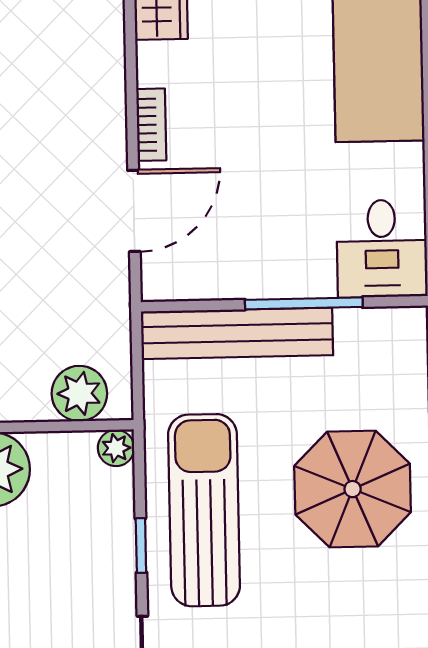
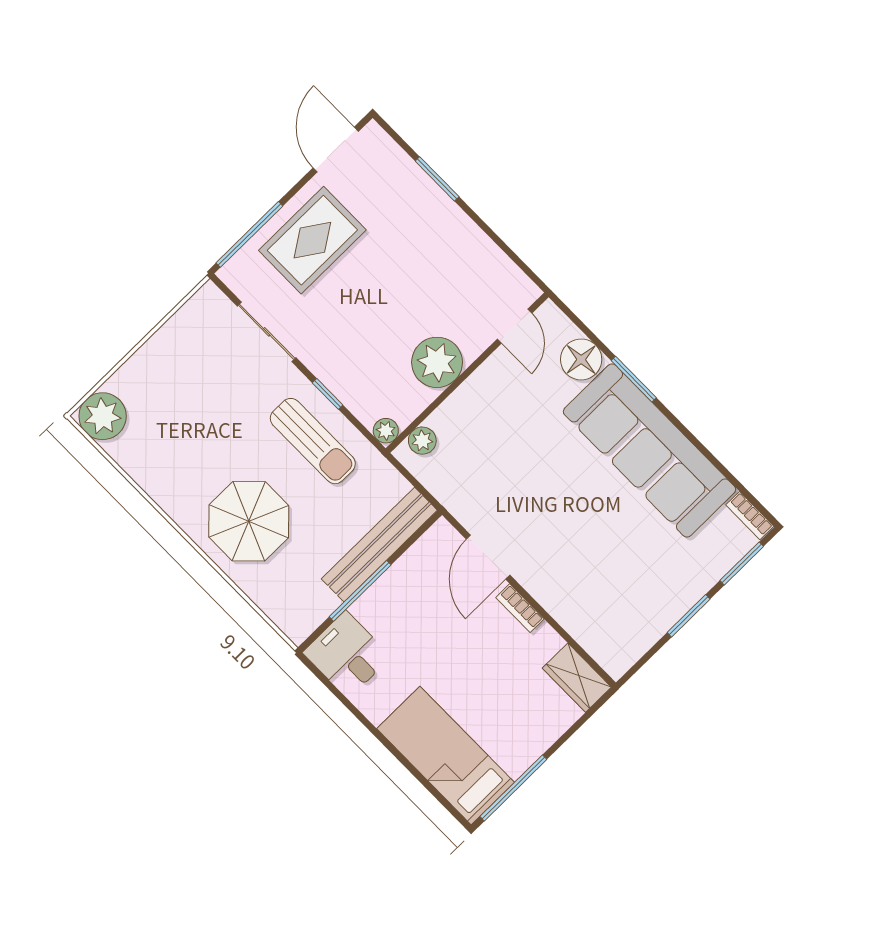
plant: (79, 393) -> (422, 441), width x0.73, depth x0.73
sun lounger: (204, 510) -> (313, 441), width x0.73, depth x0.75

